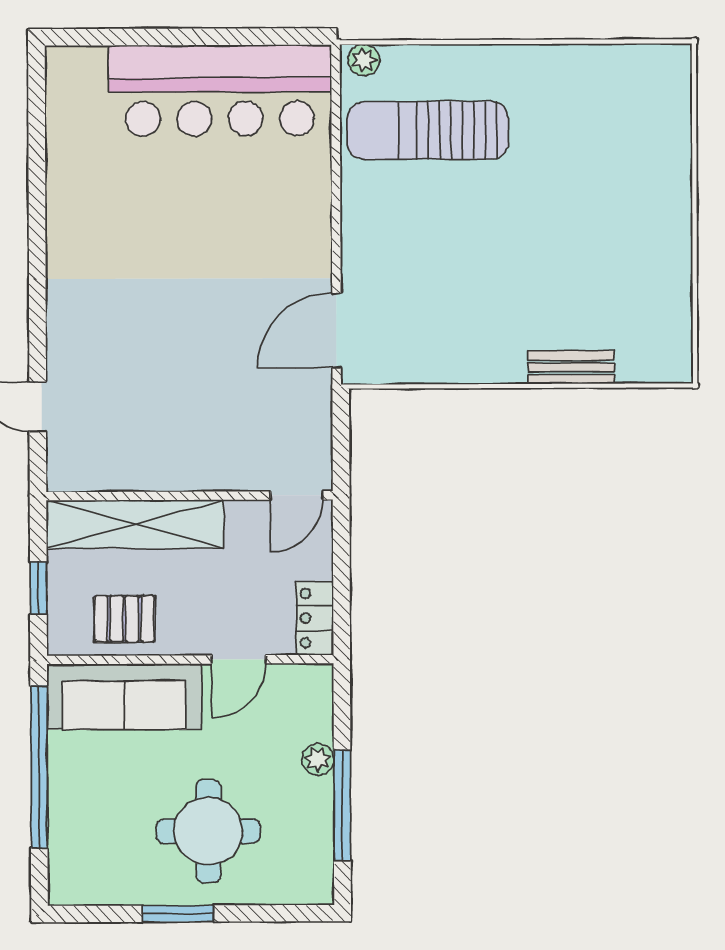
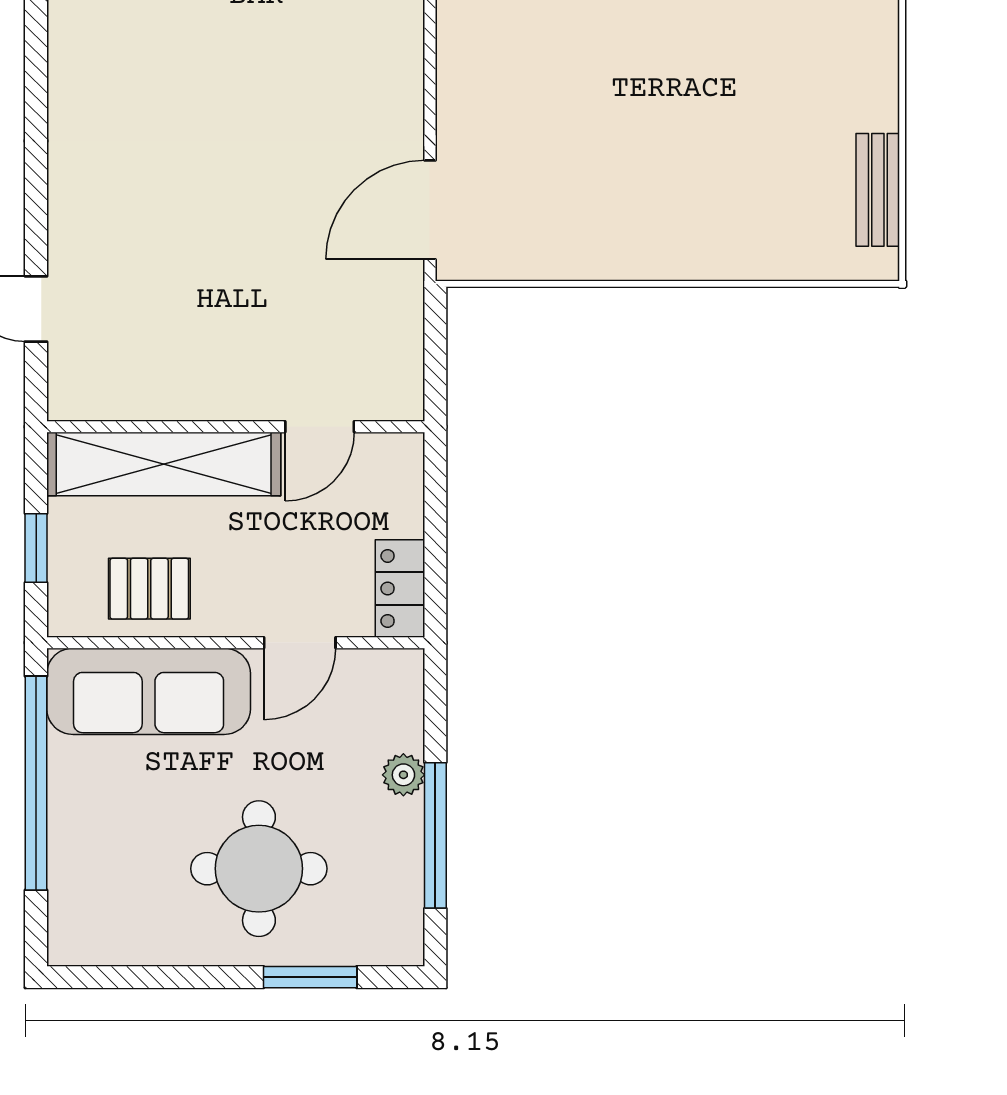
bench: (571, 367) -> (878, 190), moved, turned 90
door: (297, 495) -> (320, 427), moved
window: (178, 914) -> (310, 977), moved

